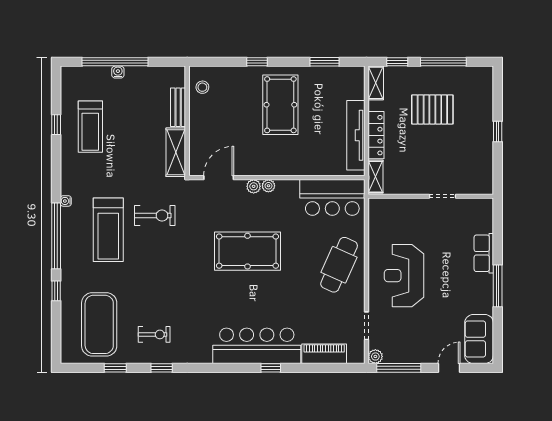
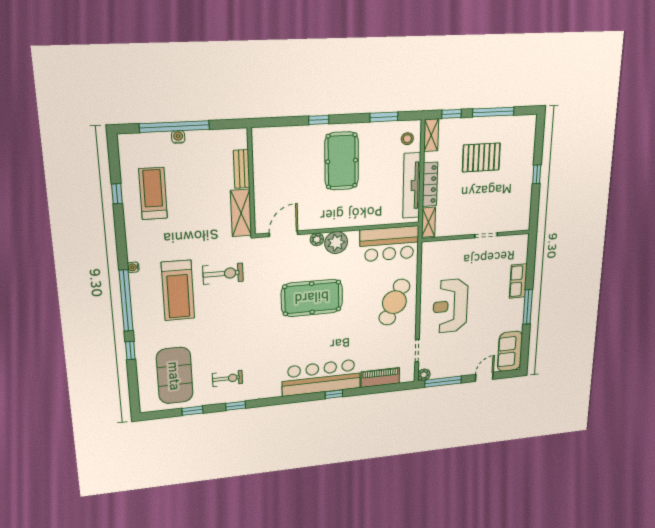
stool: (202, 87) -> (407, 139), moved
treadmill: (90, 127) -> (153, 193), turned 180
plant: (268, 186) -> (336, 243), width x1.87, depth x1.87

